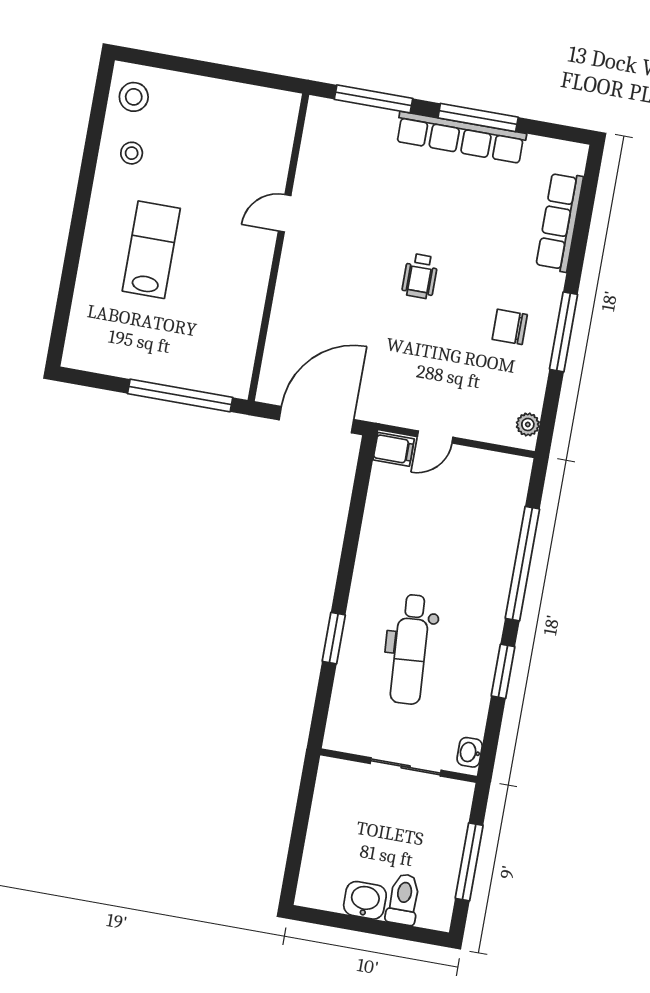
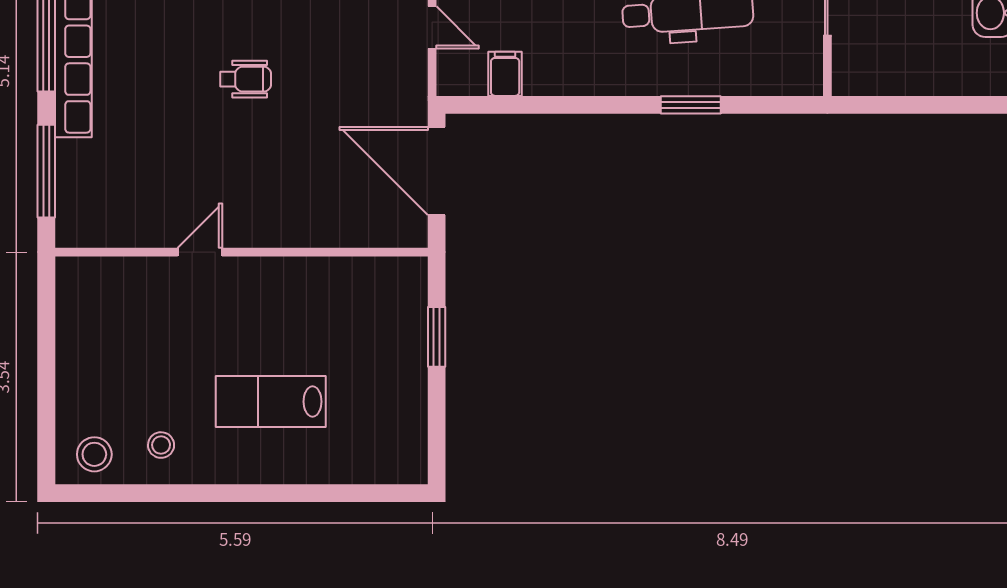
door: (285, 213) -> (200, 252), swing flipped
window: (180, 395) -> (437, 337), width x0.47
filing cabinet: (394, 449) -> (505, 74), moved

